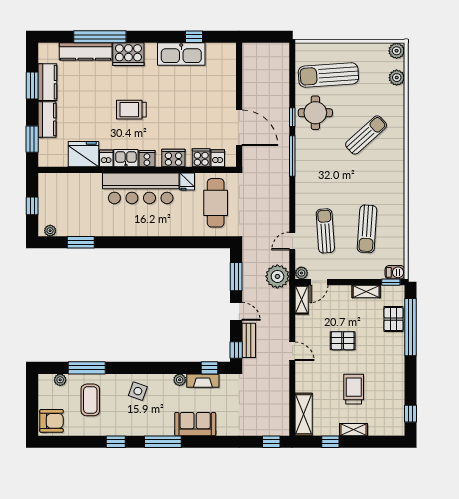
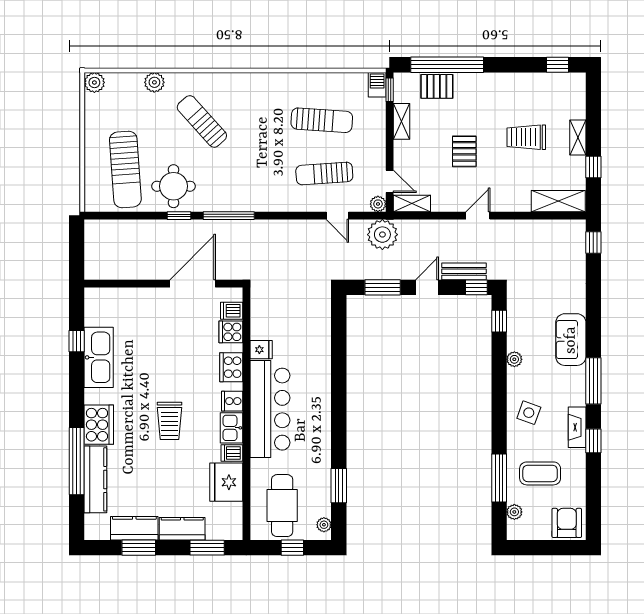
plant: (397, 78) -> (154, 82), moved
cafe table: (216, 203) -> (282, 506), moved, turned 90
fireplace: (203, 381) -> (577, 427), moved, turned 180

